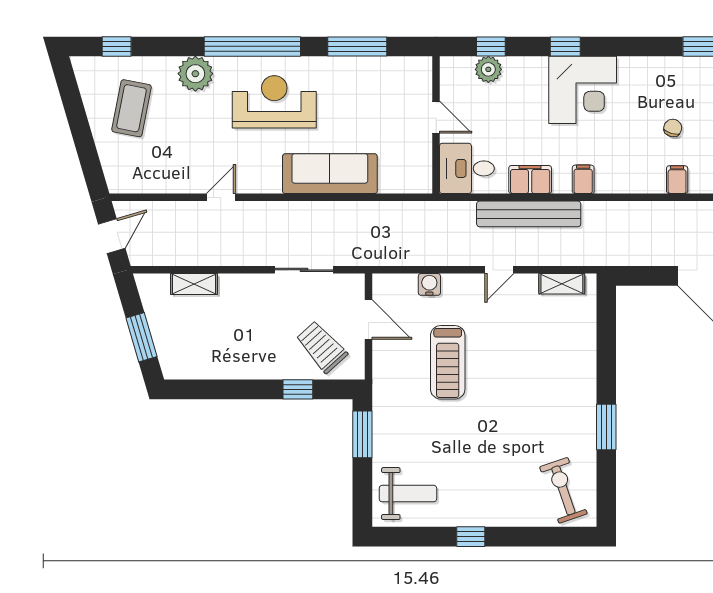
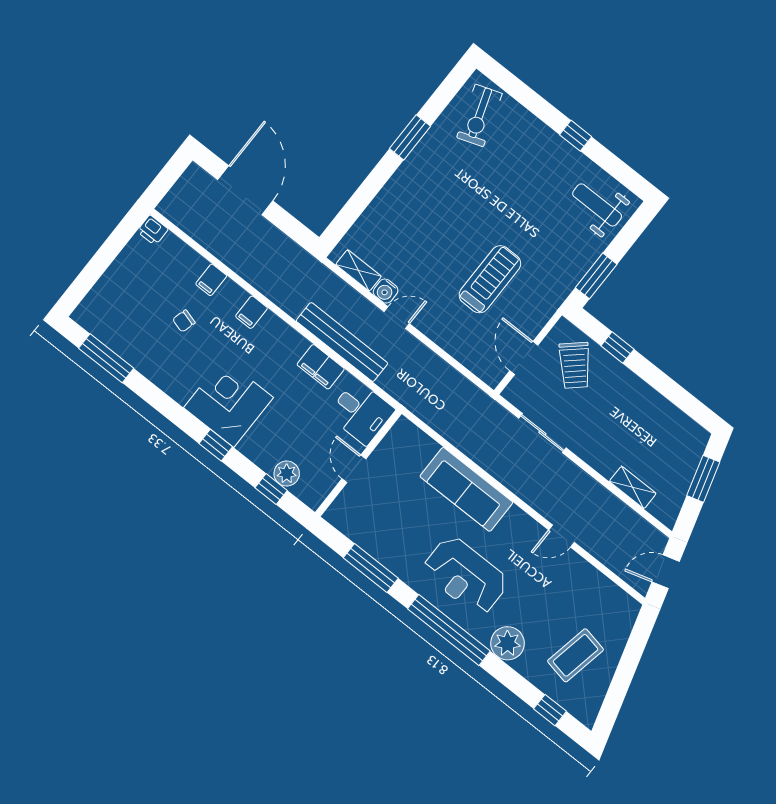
filing cabinet: (583, 179) -> (251, 312), moved
water cooler: (429, 284) -> (386, 291), moved

